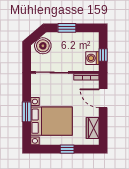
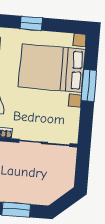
boiler: (43, 46) -> (56, 185), removed

